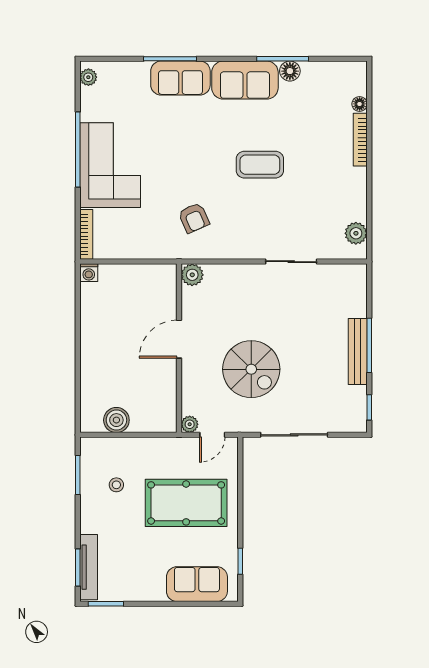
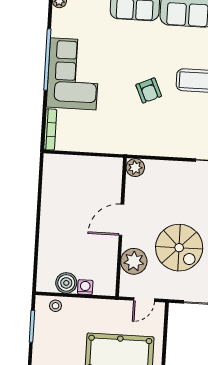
armchair: (194, 218) -> (149, 90), moved
washing machine: (89, 273) -> (85, 287), moved, turned 180
plant: (190, 424) -> (134, 261), moved, width x1.88, depth x1.88
stool: (116, 485) -> (56, 306), moved

